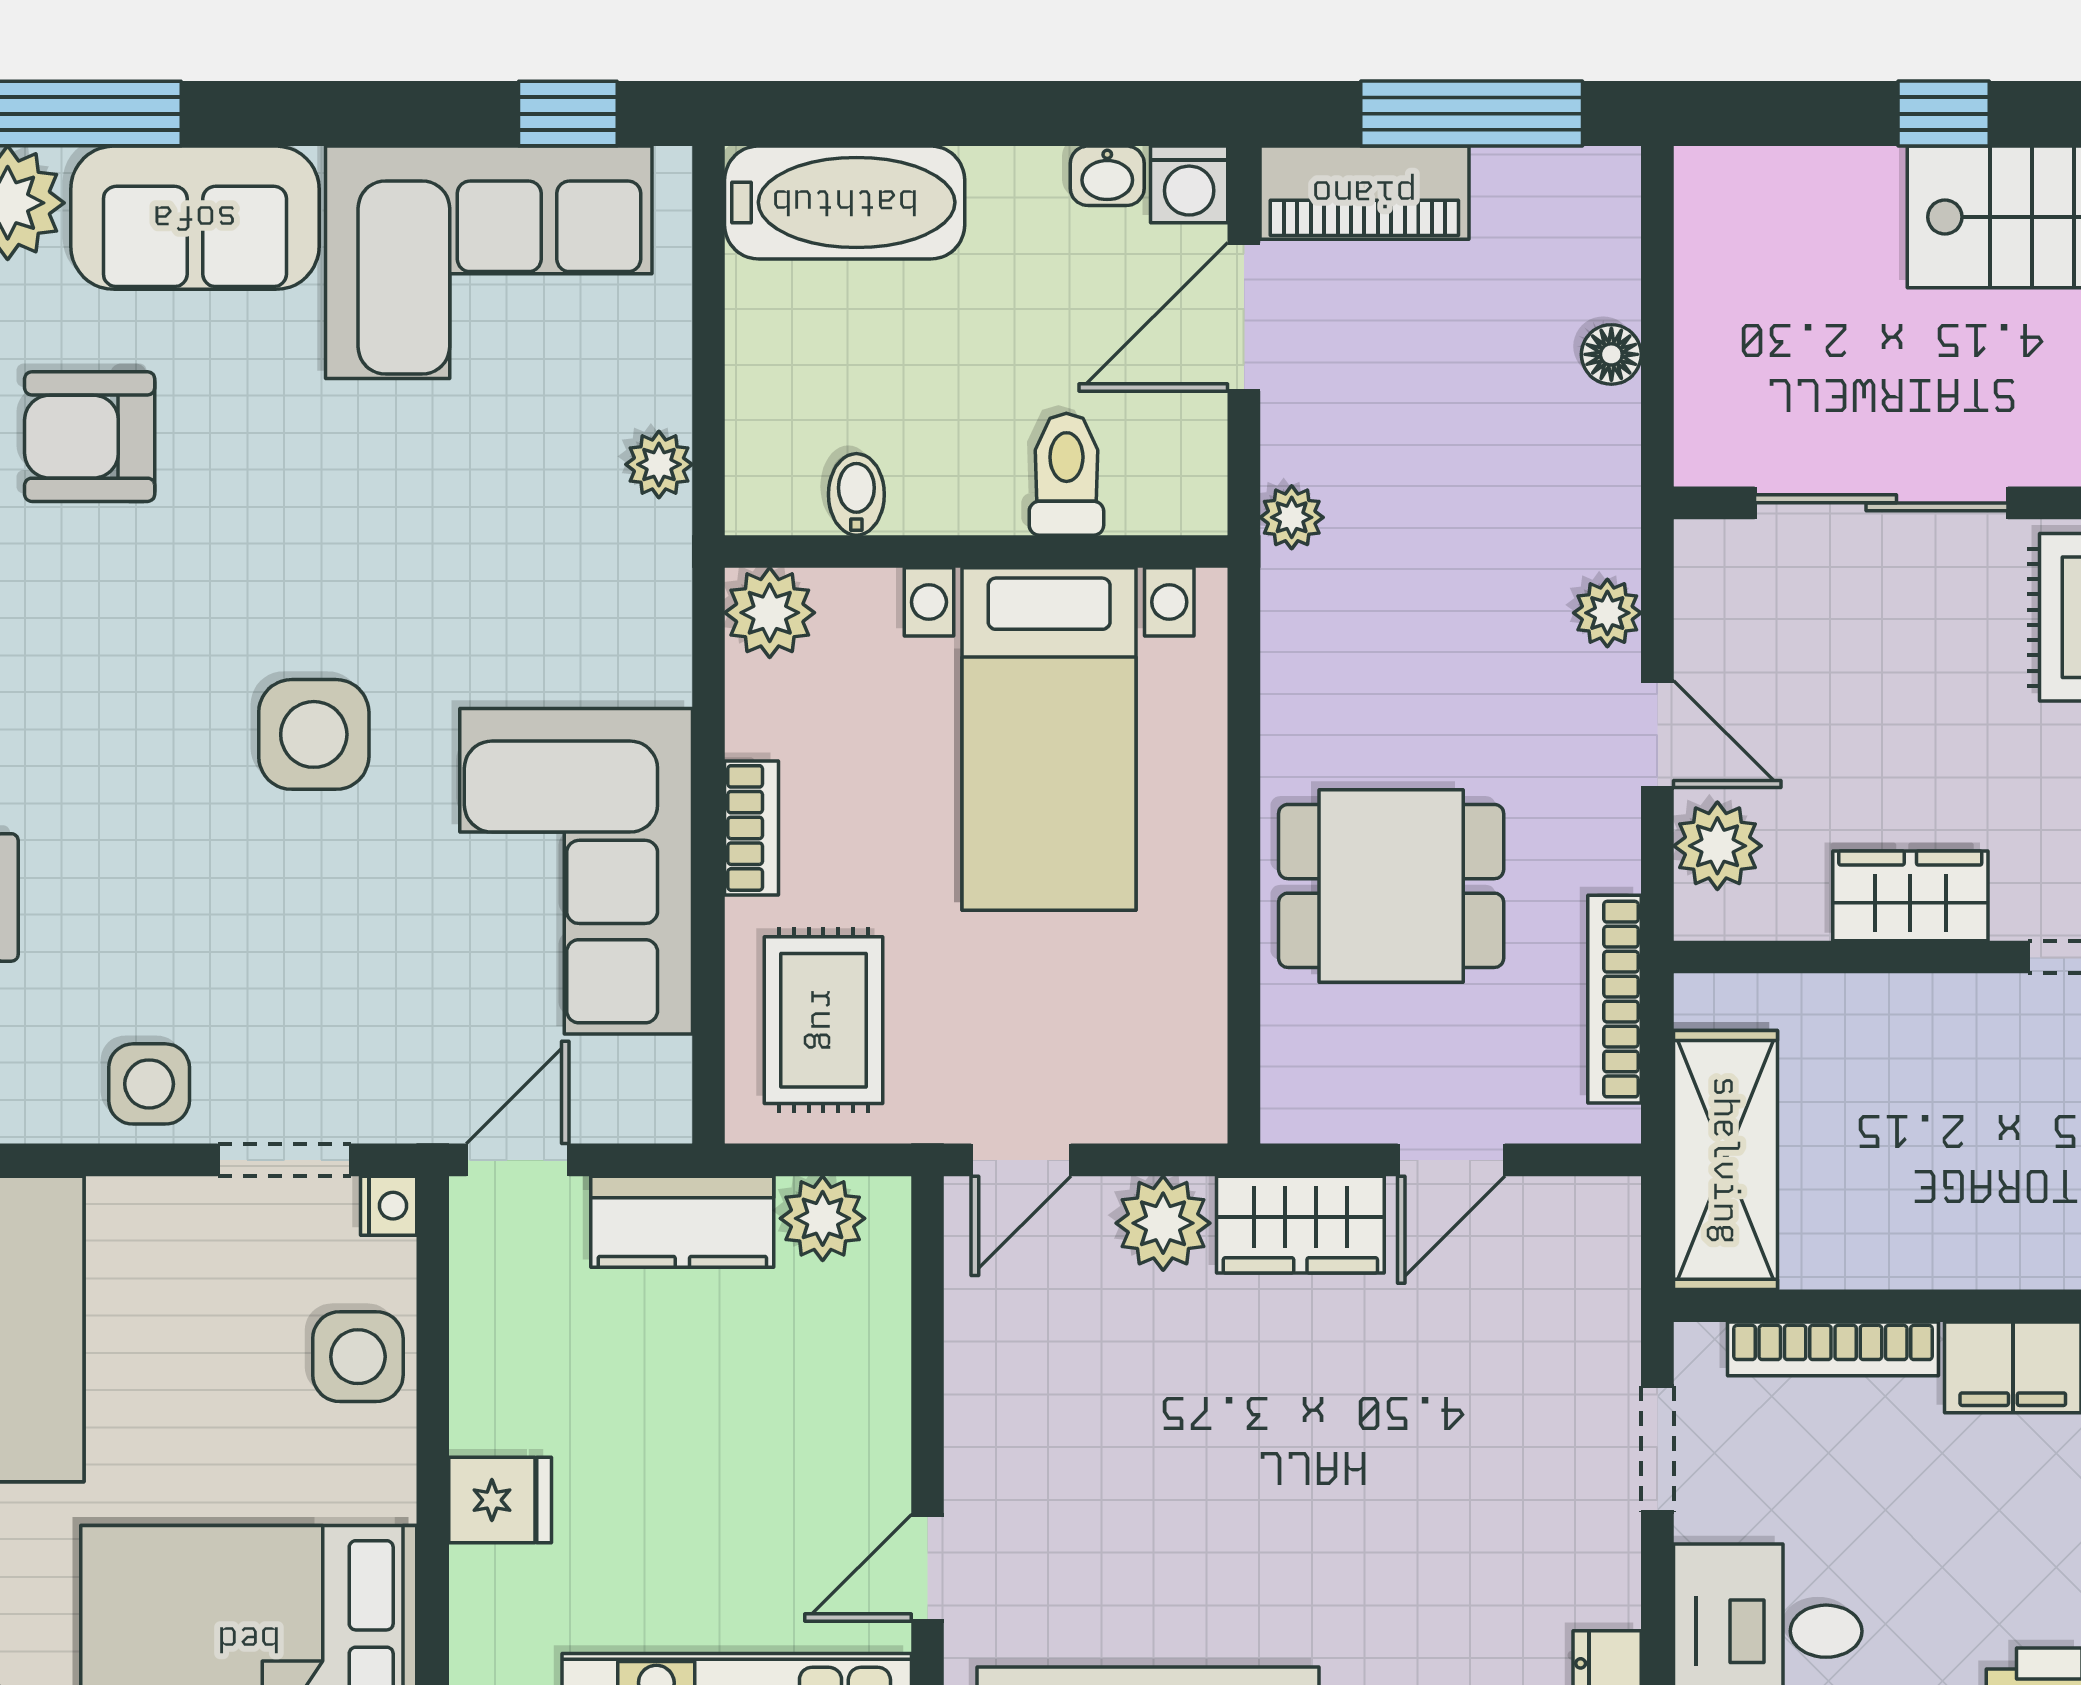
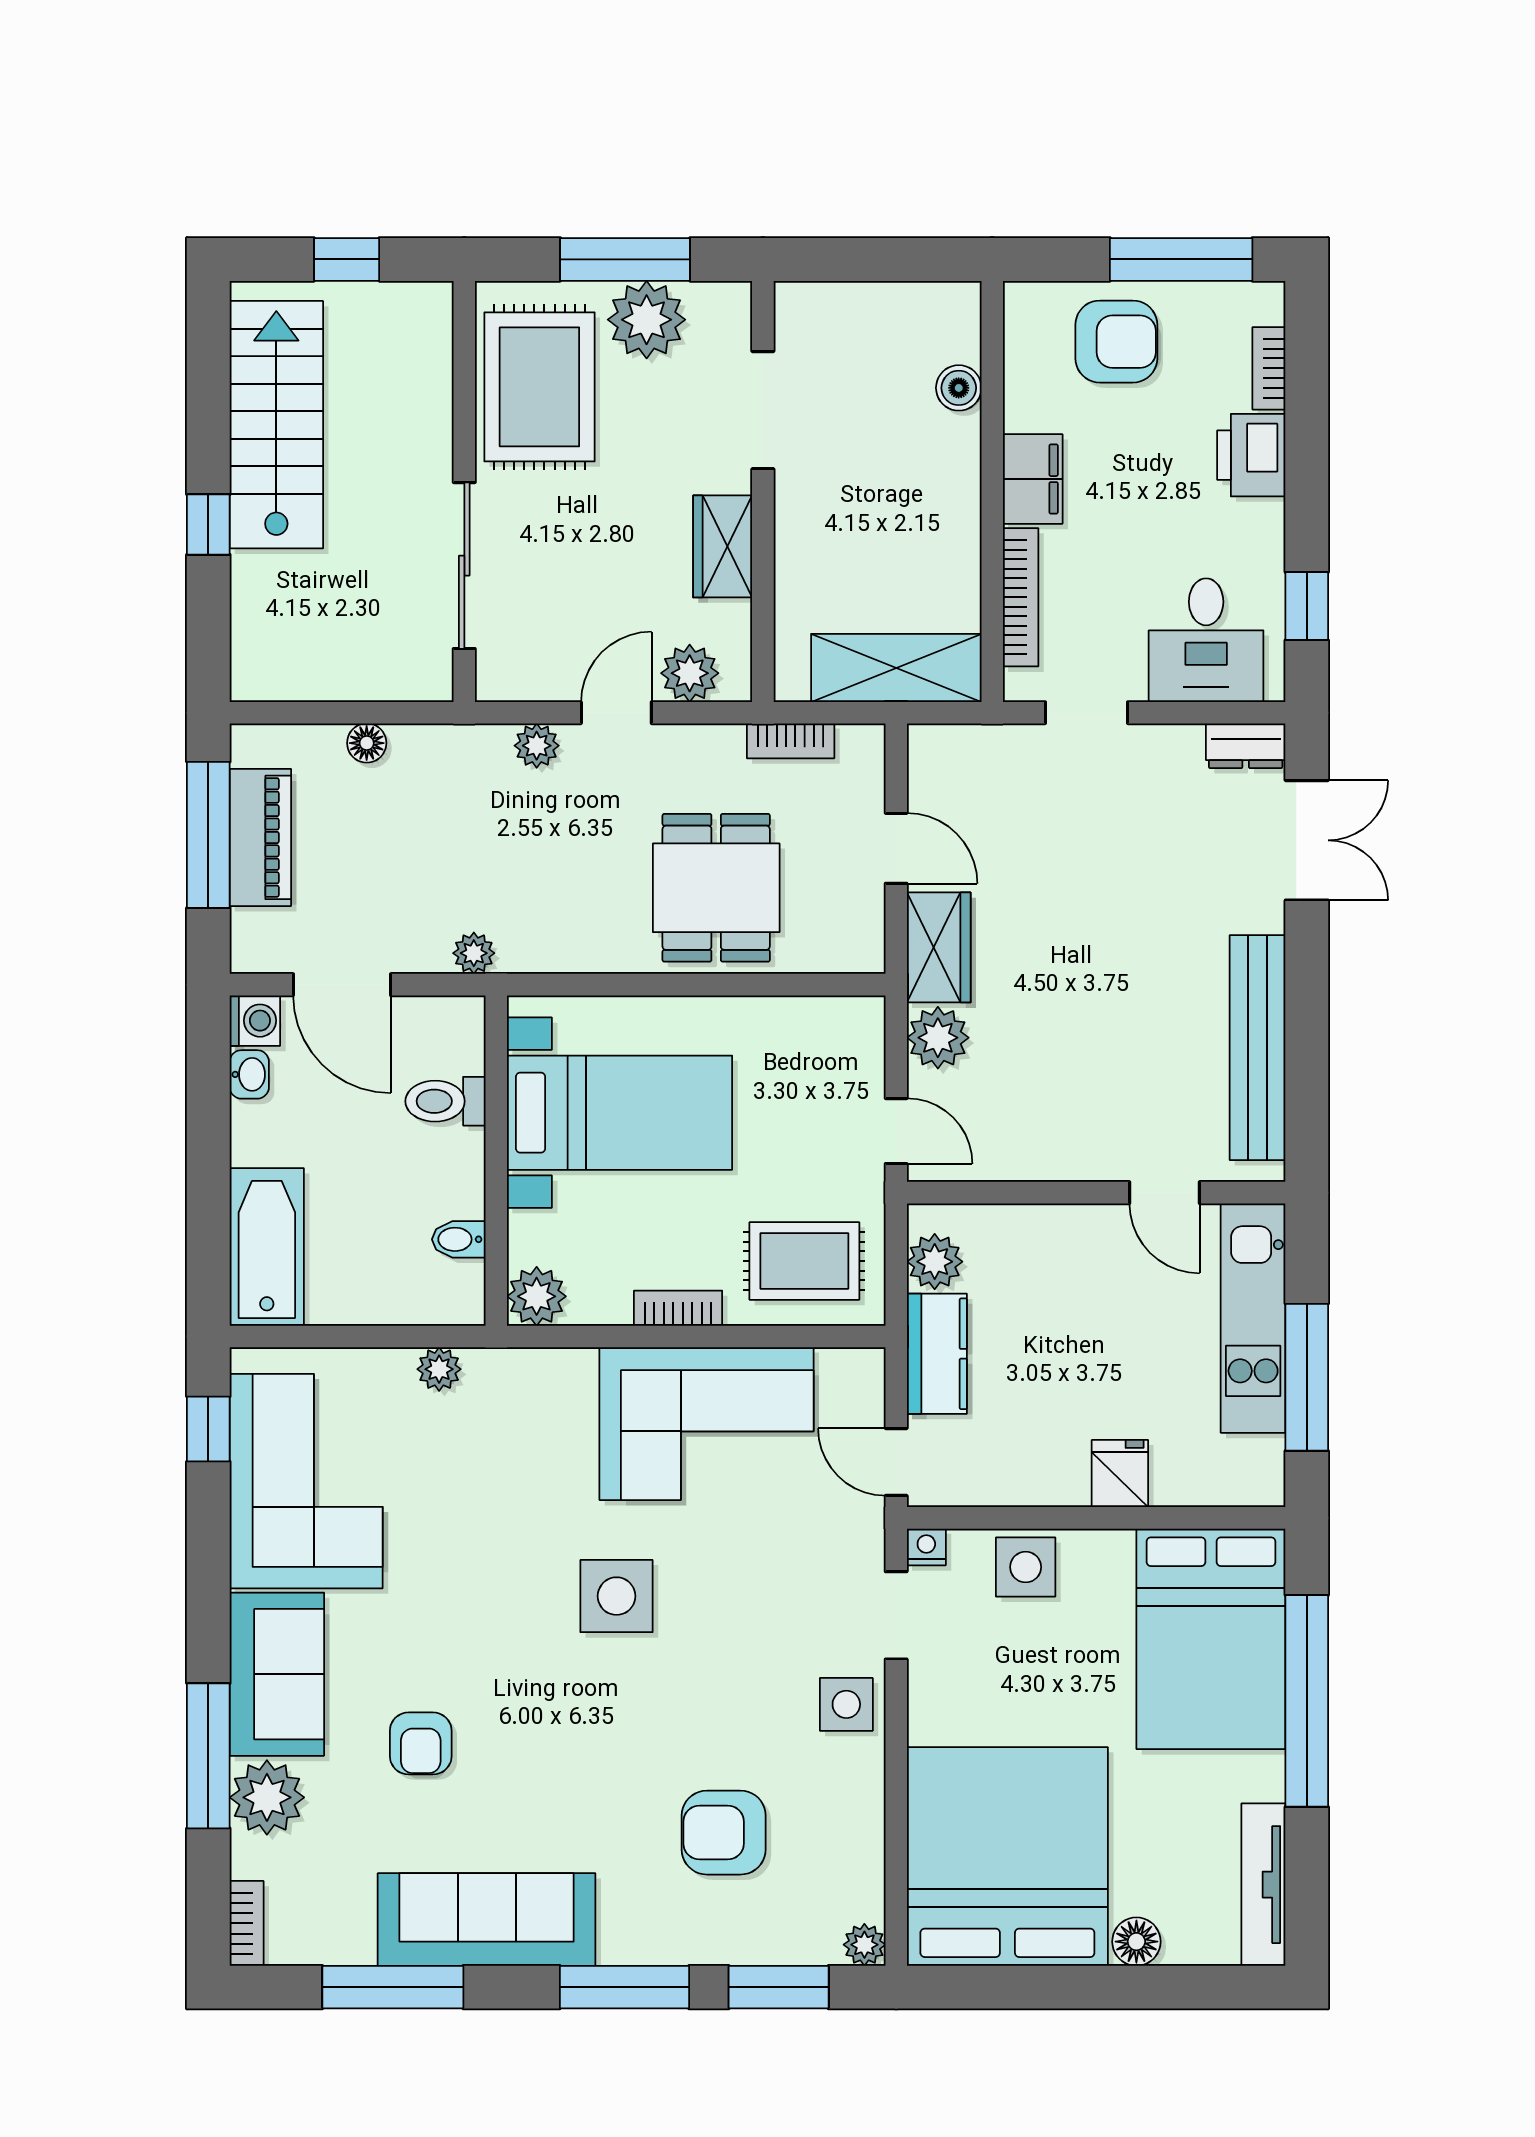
piano: (1364, 193) -> (260, 837), moved
armchair: (90, 437) -> (421, 1743), width x0.72, depth x0.72
bookcase: (1615, 999) -> (791, 741), width x0.64

